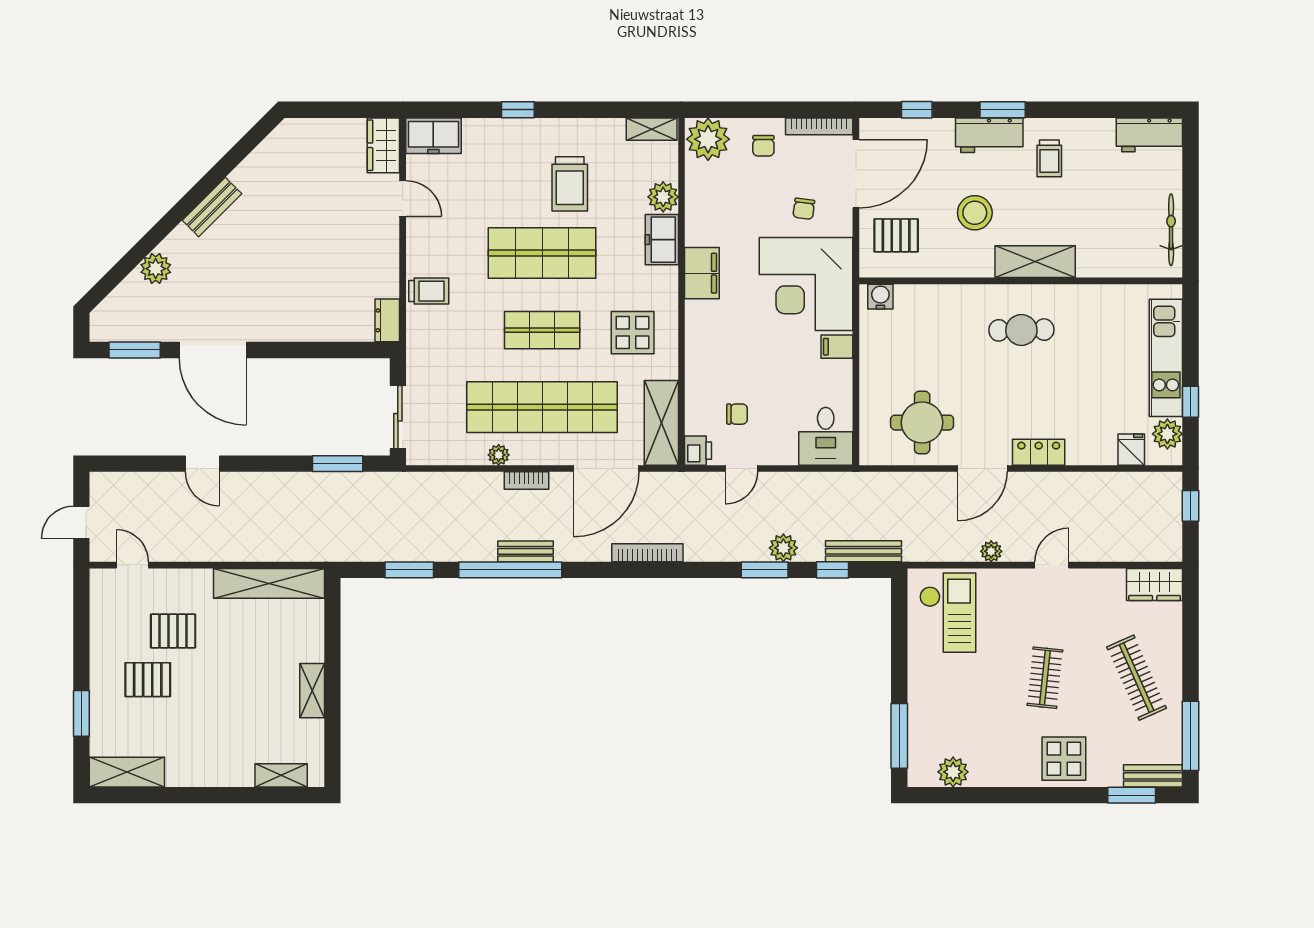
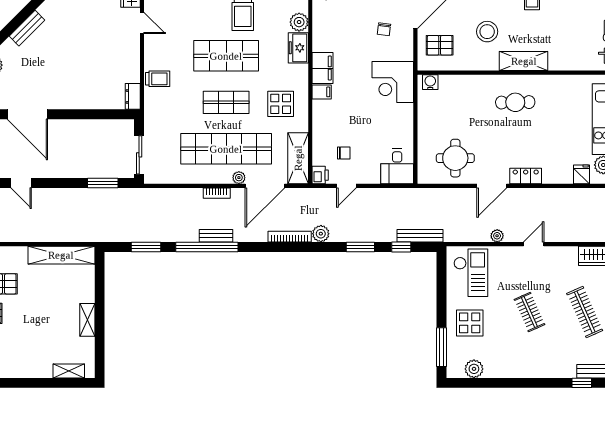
corner desk: (806, 284) -> (393, 82), width x0.74, depth x0.74
filing cabinet: (837, 347) -> (322, 92), moved, turned 180
plant: (499, 455) -> (239, 178), moved
plant: (783, 548) -> (321, 234), moved
clothes rail: (1045, 678) -> (529, 312), turned -30
display table: (1064, 759) -> (470, 323), moved
window: (1132, 795) -> (582, 383), width x0.67

